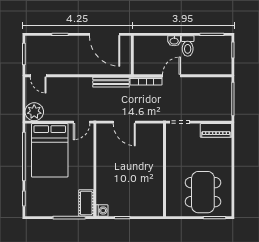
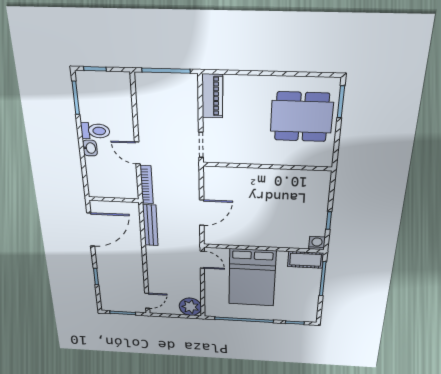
bed: (50, 150) -> (252, 278), moved, turned 90

